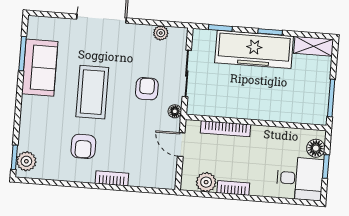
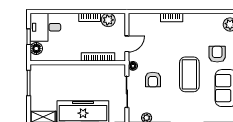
door: (181, 145) -> (127, 44), hinge flipped
armchair: (83, 146) -> (217, 54), moved

